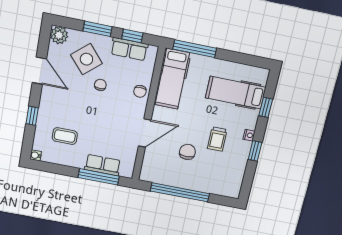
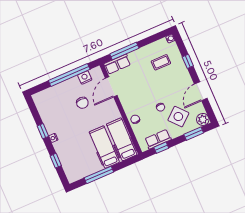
window: (98, 29) -> (194, 134), moved
window: (195, 49) -> (99, 175), moved
door: (39, 71) -> (201, 91), hinge flipped
hospital bed: (236, 93) -> (104, 147), moved, turned -90
door: (145, 133) -> (111, 87), moved
trolley: (217, 139) -> (70, 123), removed
row of seats: (103, 165) -> (117, 64), moved
nightstand: (164, 178) -> (85, 77), added

